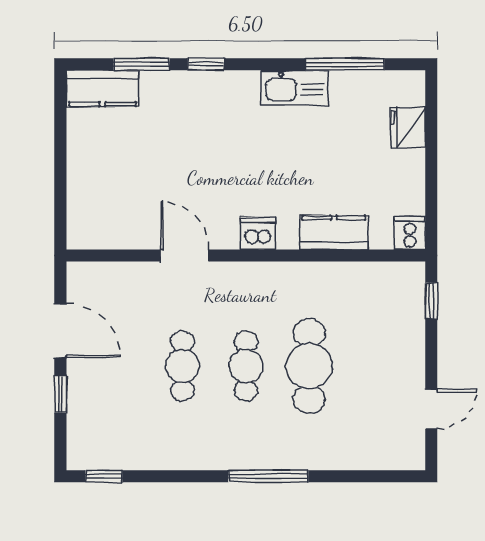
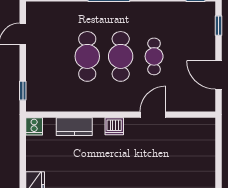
door: (185, 256) -> (153, 115), swing flipped
cafe table: (246, 366) -> (121, 56), width x1.37, depth x1.35
window: (60, 394) -> (218, 26), moved

